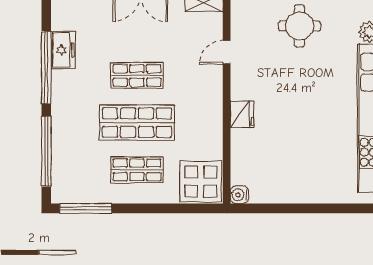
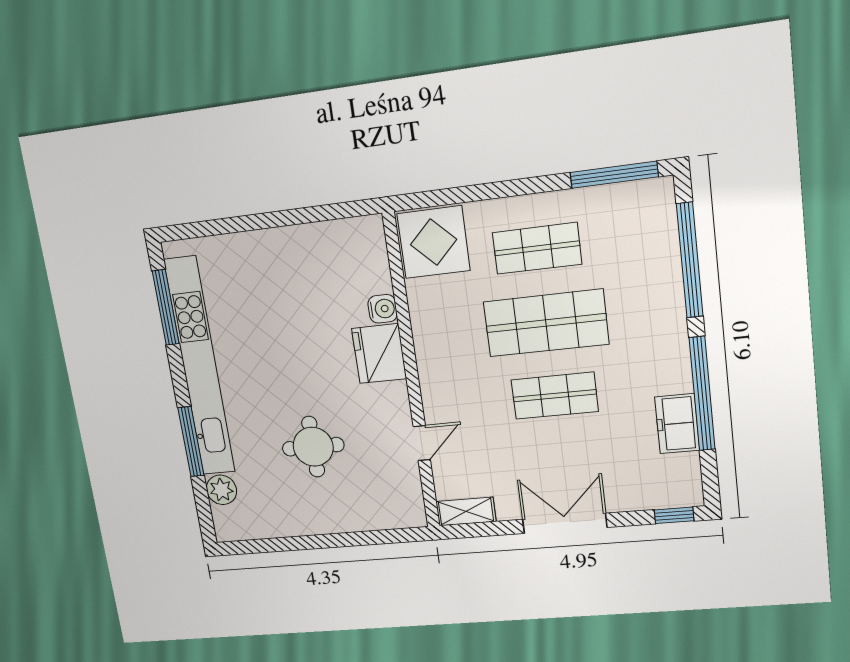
round table: (299, 26) -> (313, 447), moved
fridge: (242, 114) -> (379, 354), width x1.36, depth x1.34
water cooler: (239, 195) -> (383, 309), moved

